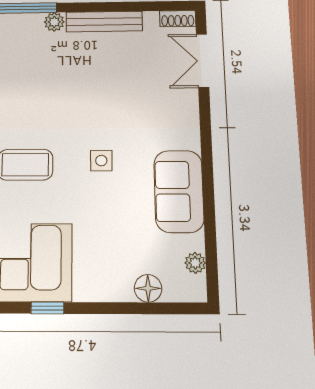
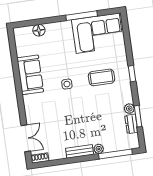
bench: (104, 22) -> (80, 151), width x0.73
plant: (195, 263) -> (20, 44), removed
window: (47, 308) -> (82, 16), width x2.17

